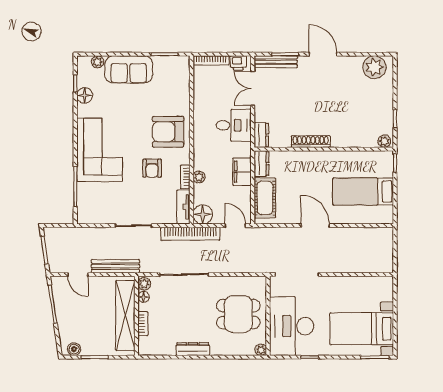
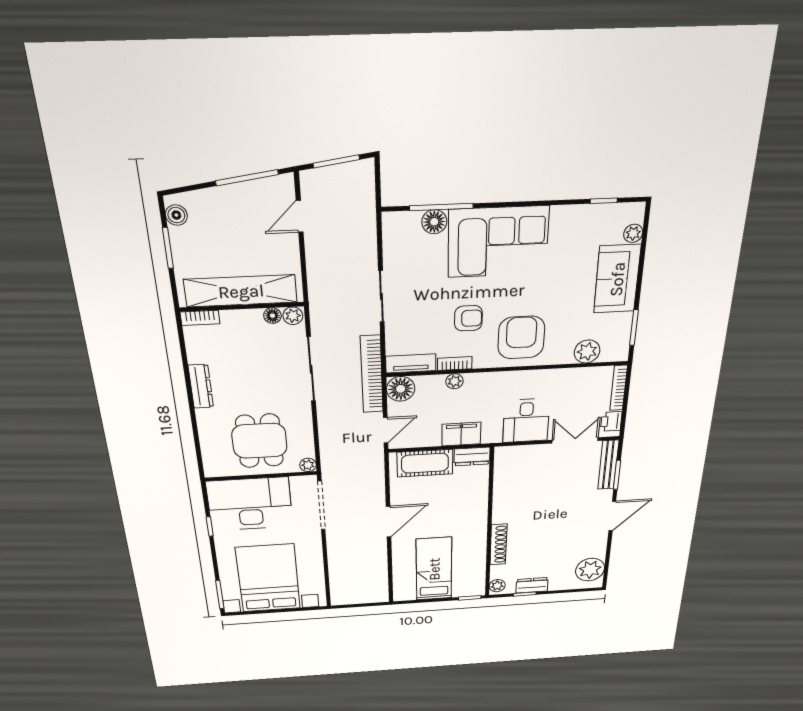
plant: (181, 85) -> (587, 352), added
floor lamp: (85, 95) -> (434, 222), moved
dresser: (261, 135) -> (532, 585), moved, turned 180
shoe rack: (311, 142) -> (498, 544), moved
armchair: (152, 168) -> (468, 318), turned 180
bench: (115, 266) -> (317, 273), removed
bookcase: (143, 324) -> (200, 318), moved
bed with nightstands: (362, 329) -> (268, 578), width x1.36
plant: (261, 350) -> (308, 465), moved

